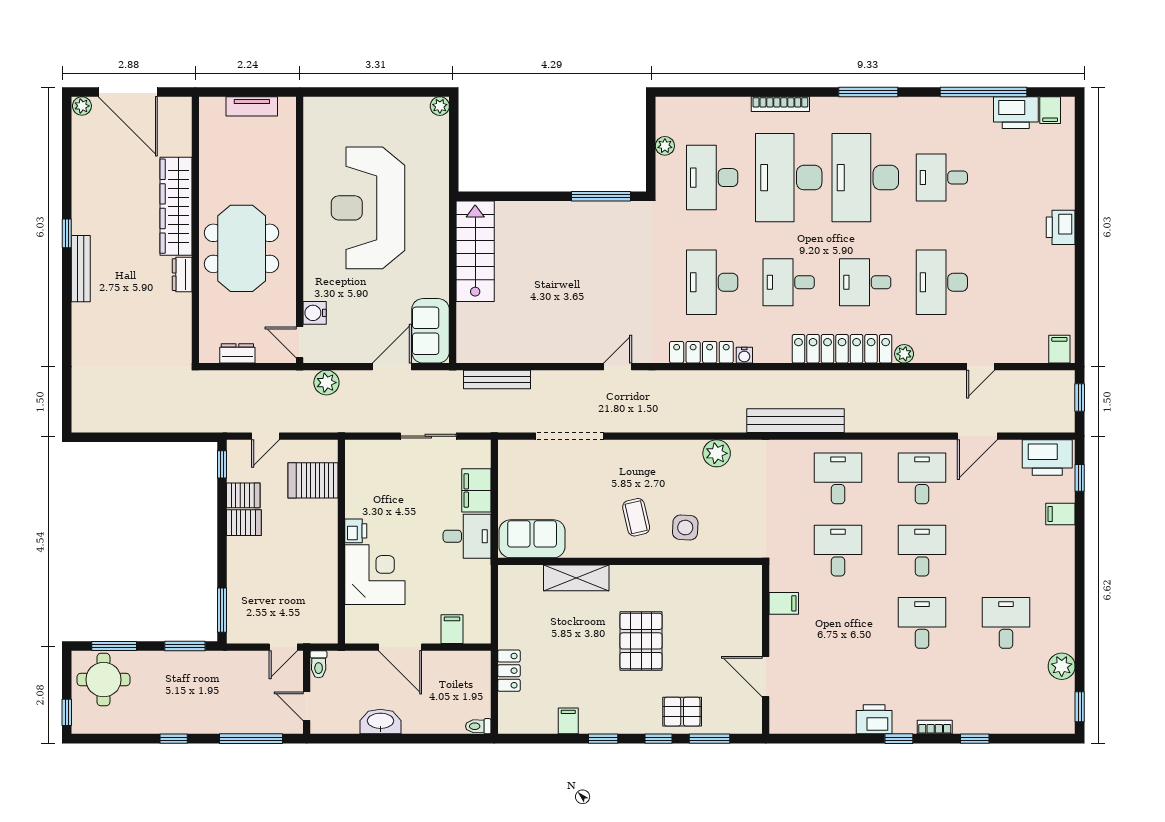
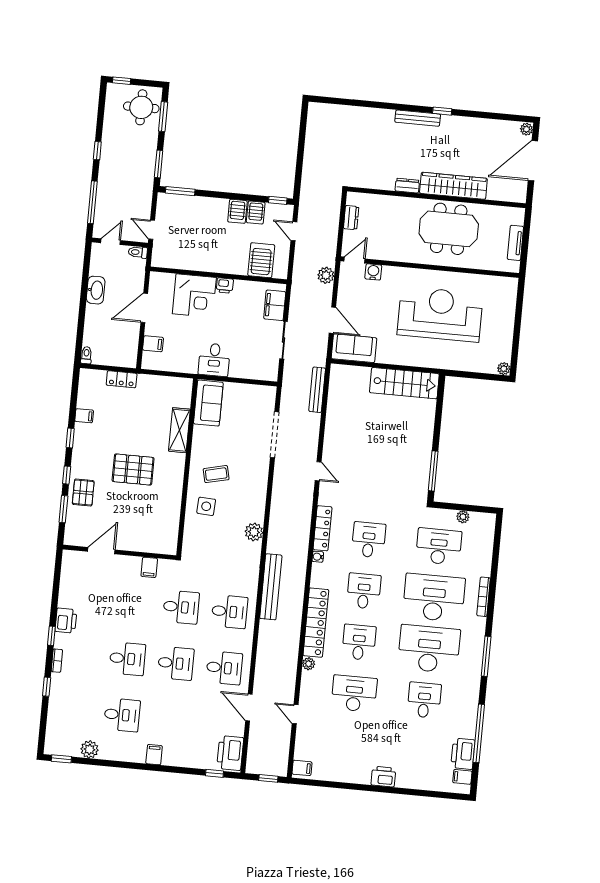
meeting table: (242, 248) -> (449, 229), moved
desk: (712, 282) -> (369, 540), width x0.73
filing cabinet: (476, 490) -> (275, 305), moved, turned -90
filing cabinet: (1060, 514) -> (154, 755), moved

